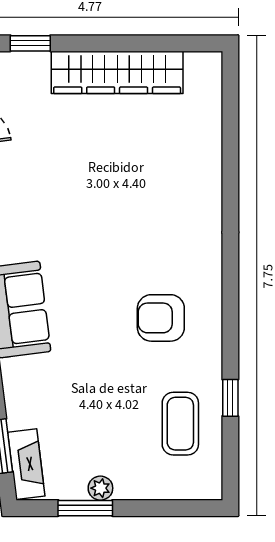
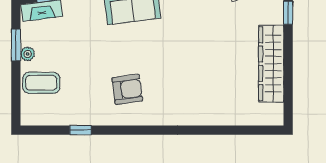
armchair: (161, 318) -> (127, 89), turned 82
coffee table: (180, 424) -> (41, 83), moved

